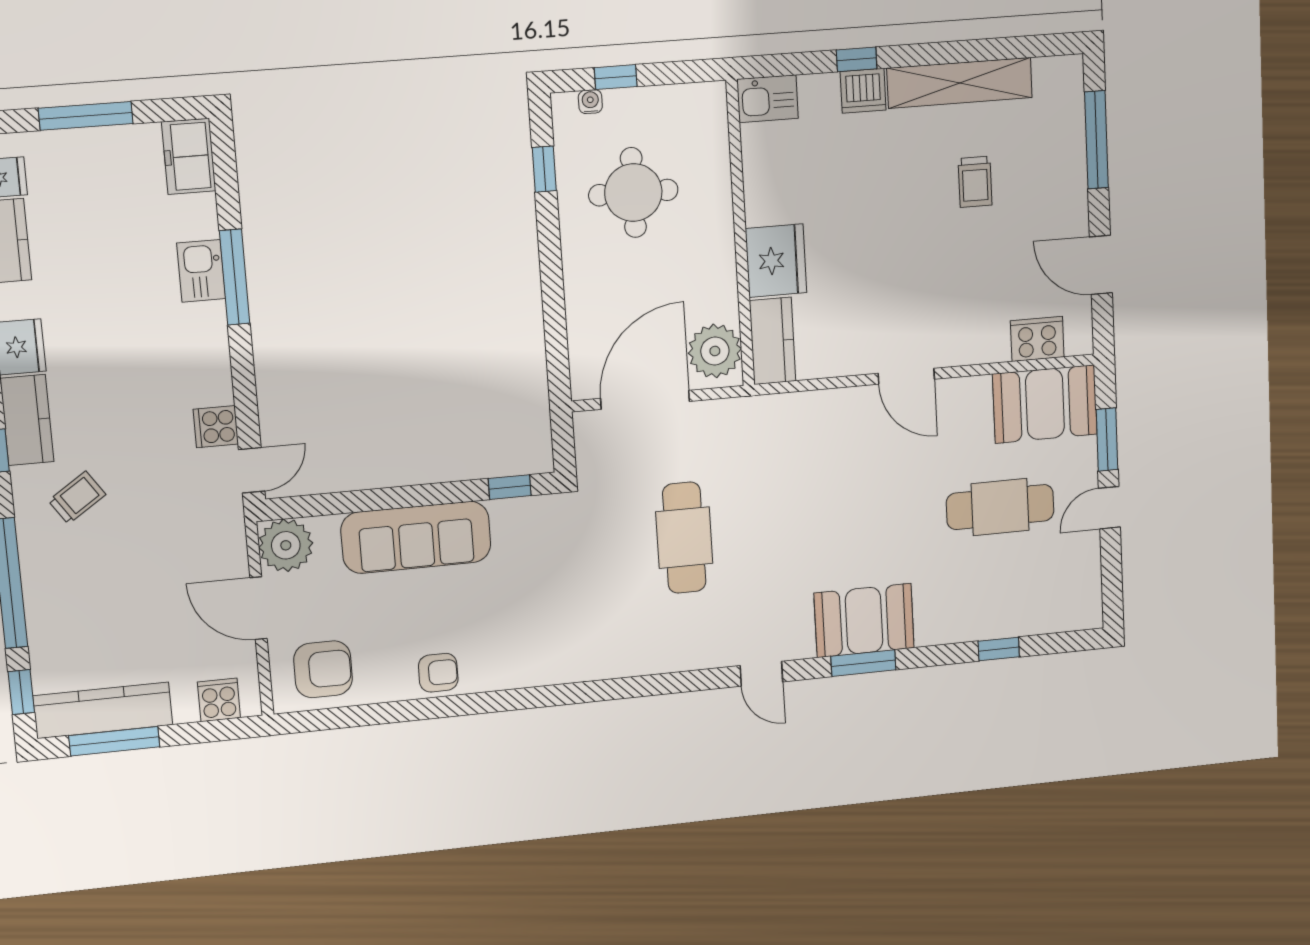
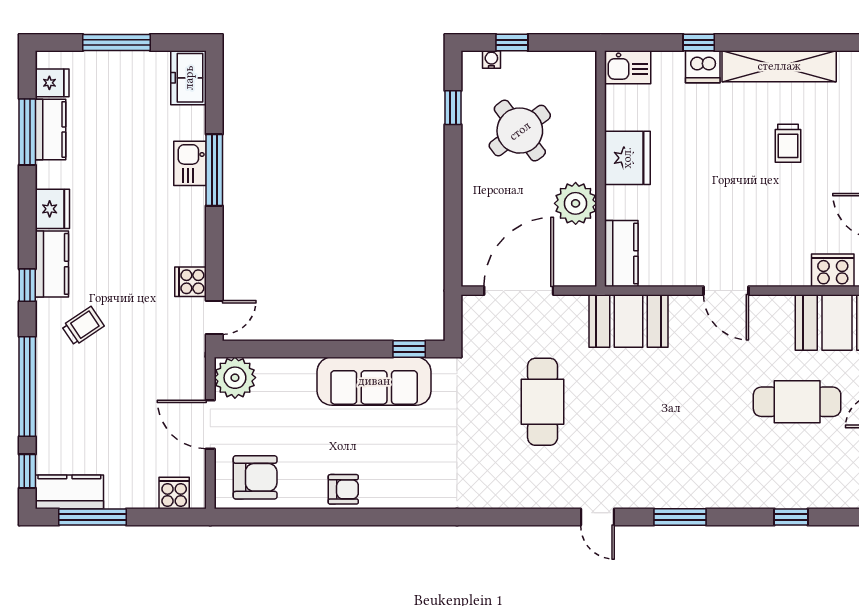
round table: (633, 193) -> (520, 131), turned -37
fridge: (776, 261) -> (627, 158), moved
plant: (715, 351) -> (576, 203), moved
sofa: (416, 537) -> (374, 381), moved
booth: (864, 621) -> (628, 321), moved
kitchen counter: (103, 710) -> (69, 492), width x0.67

